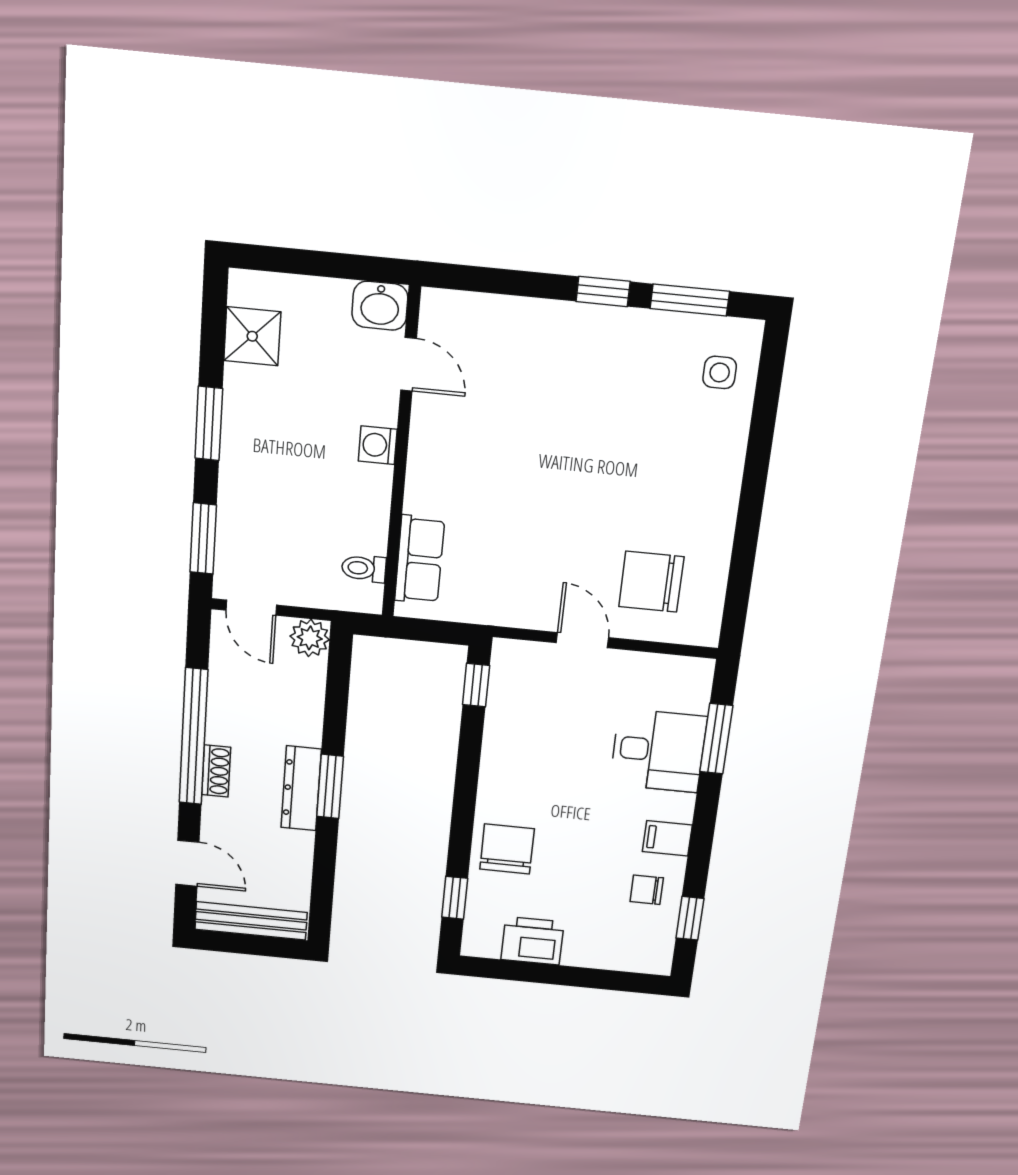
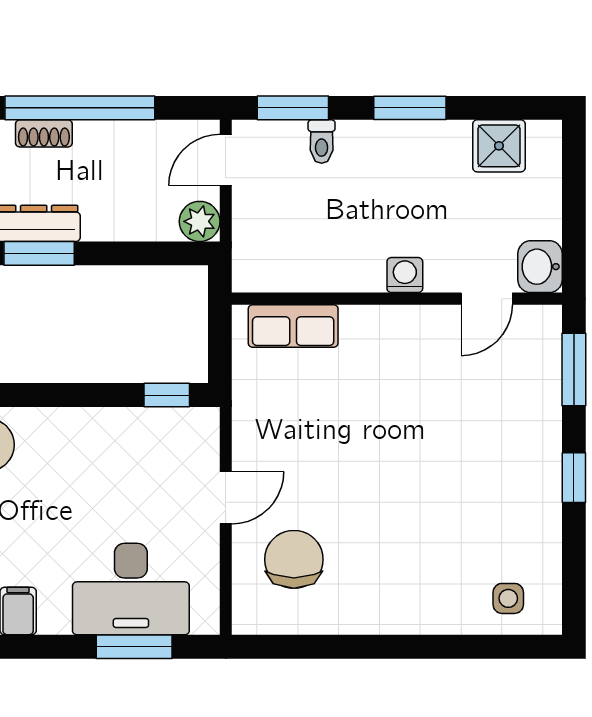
window: (690, 300) -> (574, 369), moved
toilet: (364, 568) -> (322, 142), moved, turned 180
desk: (658, 750) -> (131, 589), width x1.37

